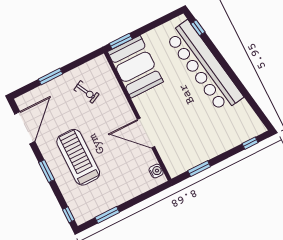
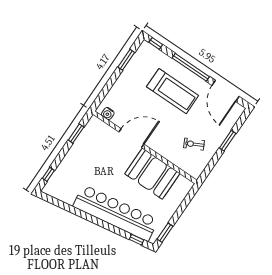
window: (121, 41) -> (165, 233), moved
booth: (135, 67) -> (152, 174), moved
window: (47, 171) -> (191, 67), width x2.11

